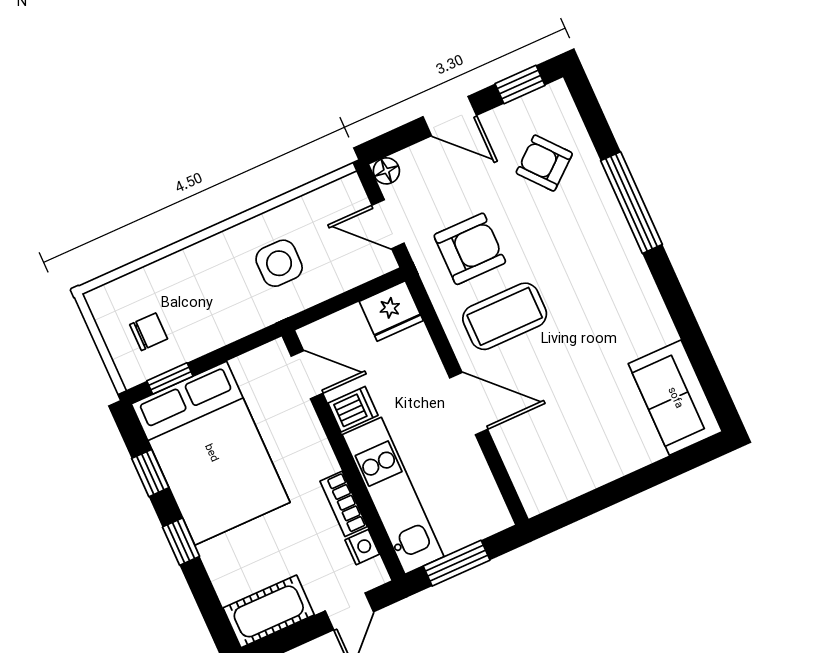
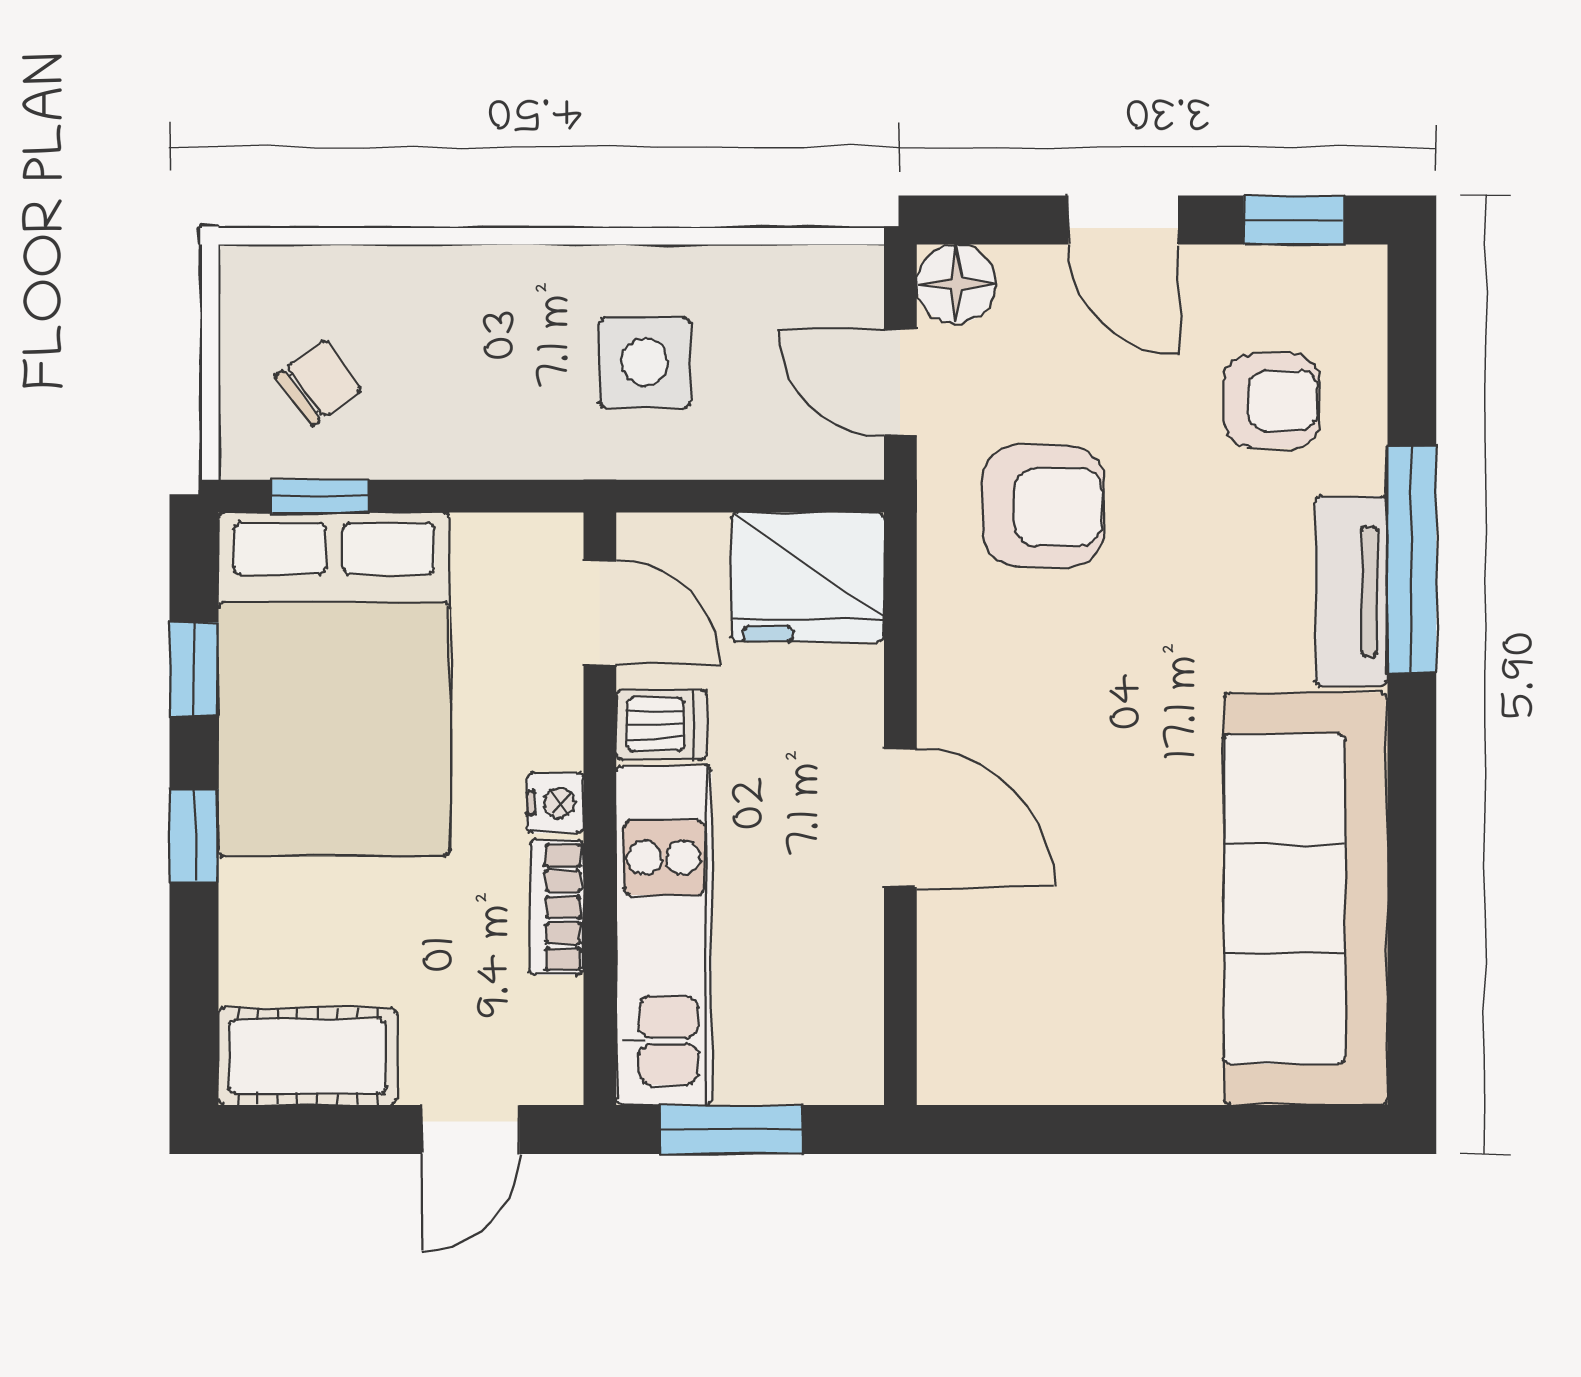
armchair: (544, 163) -> (1271, 401), turned 130
floor lamp: (386, 171) -> (956, 284), width x1.37, depth x1.37
tv unit: (612, 227) -> (1351, 591), added
fridge: (391, 311) -> (808, 577), width x1.36, depth x1.34
coffee table: (505, 316) -> (1052, 674), removed
chair: (149, 332) -> (319, 382), turned -36
sofa: (675, 398) -> (1306, 899), width x1.85, depth x1.27
nightstand: (362, 547) -> (555, 803), moved

